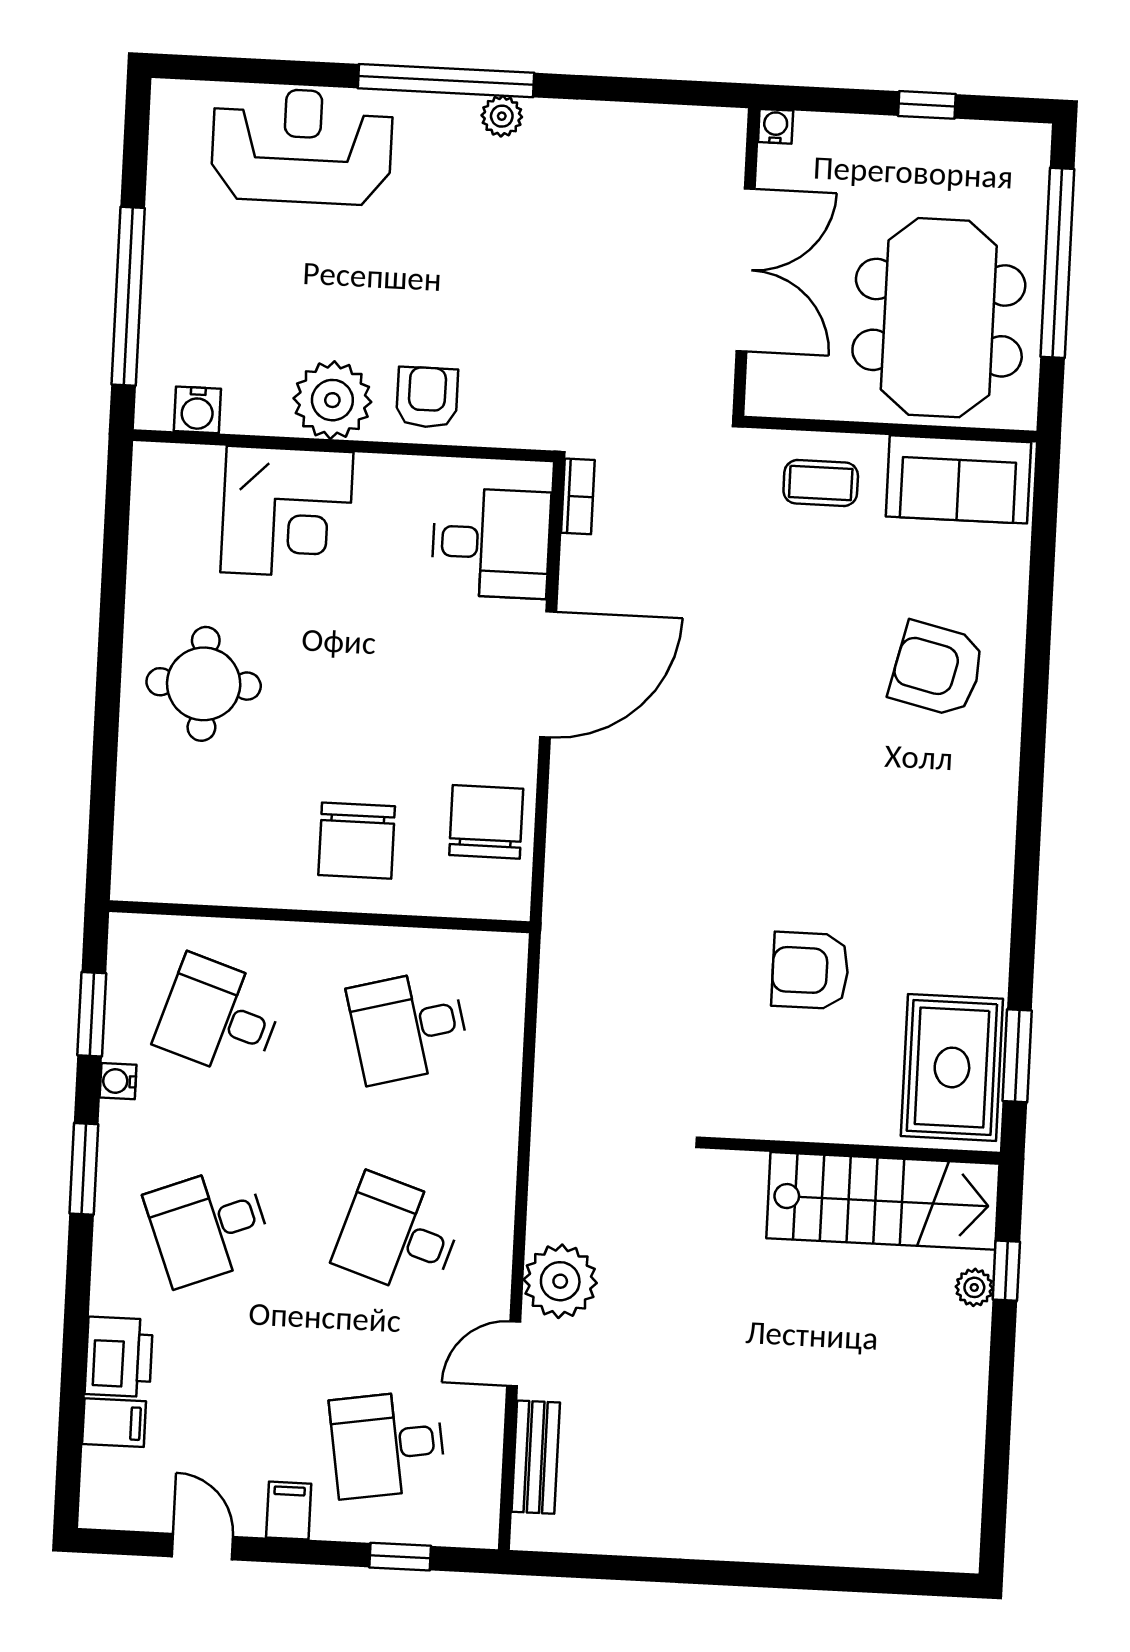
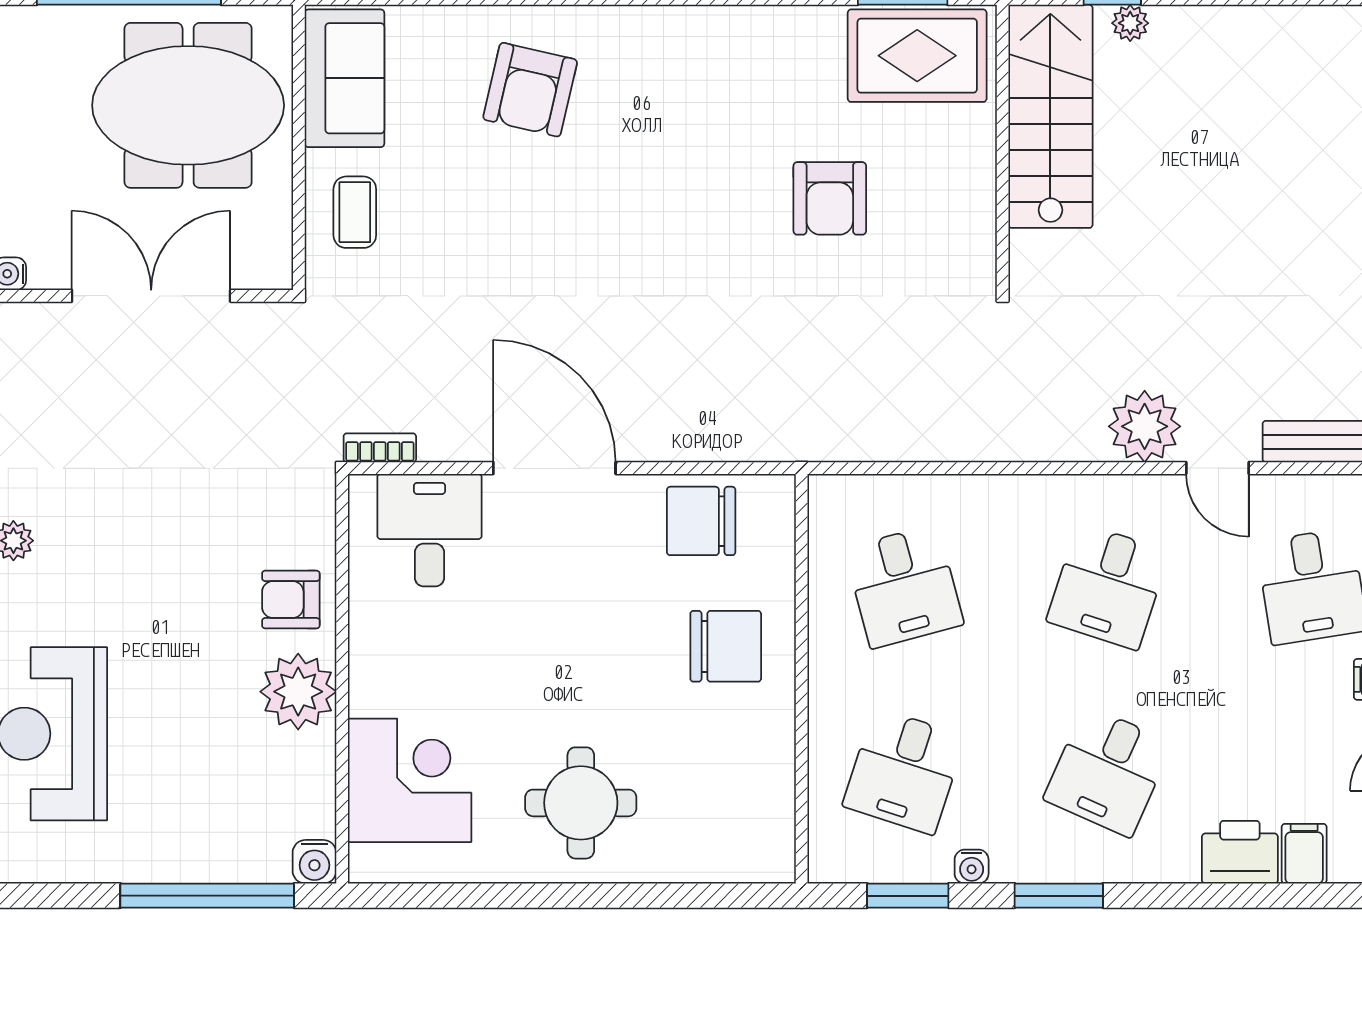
water cooler: (197, 410) -> (314, 862), moved, turned 90
corner desk: (287, 512) -> (410, 780), moved
desk: (209, 1226) -> (1108, 771), turned 45

